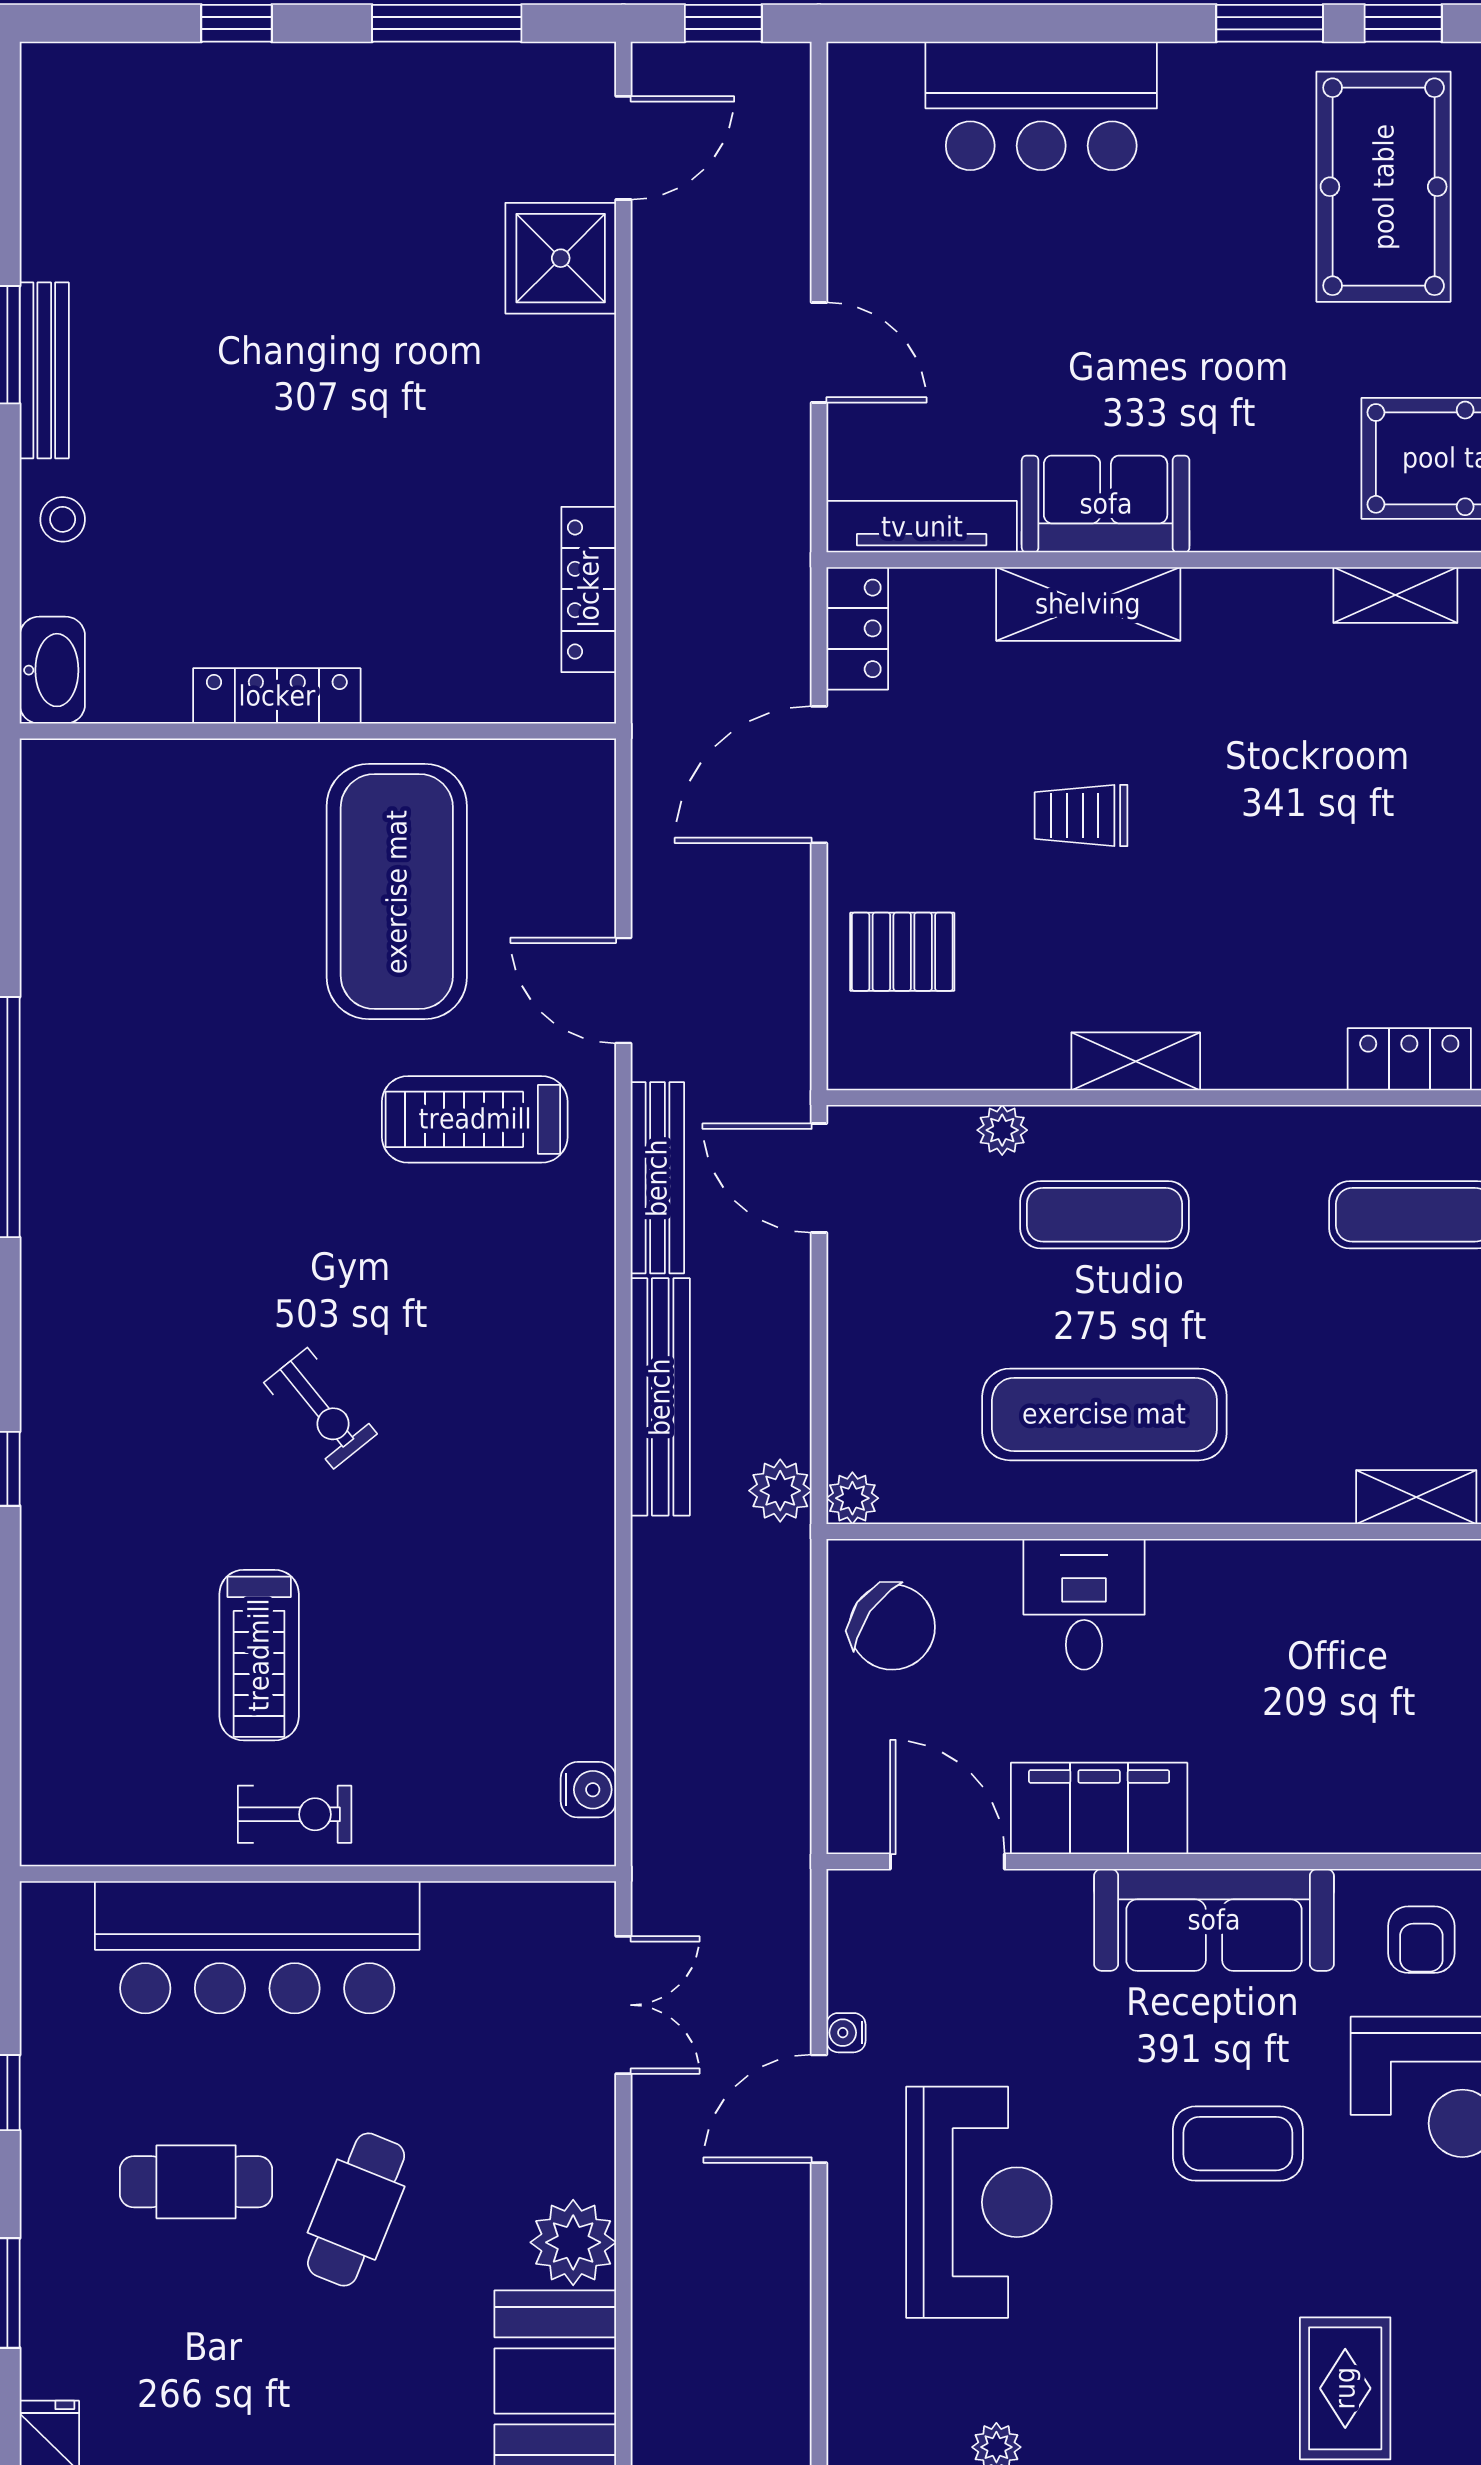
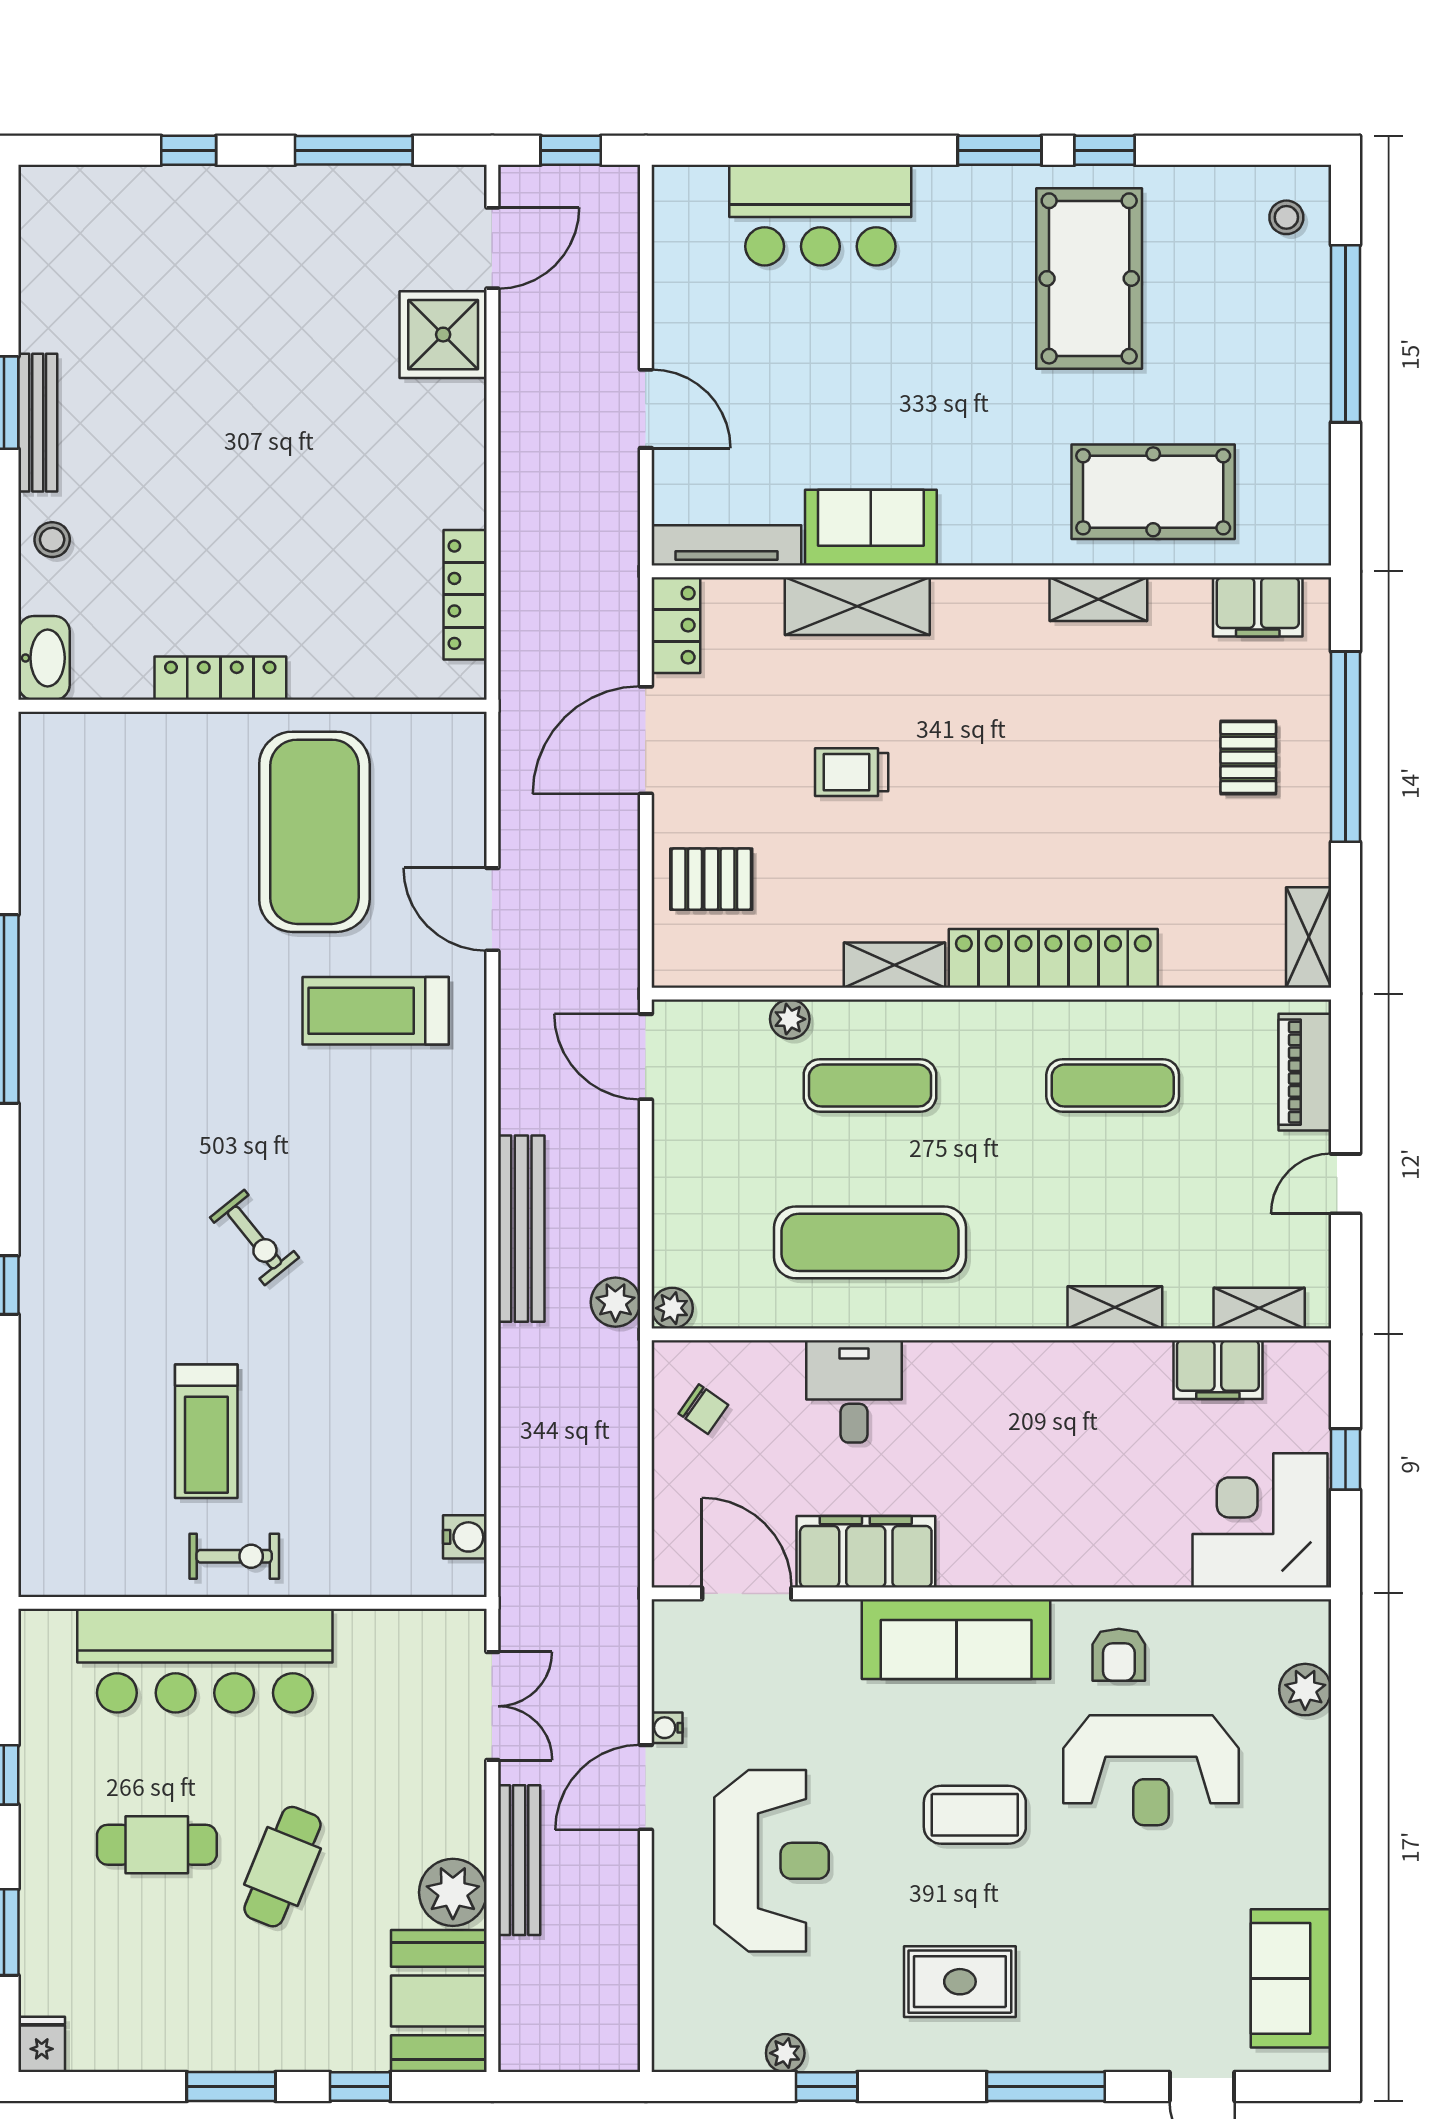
locker: (1409, 1059) -> (1053, 958), width x2.16, depth x1.21
bench: (657, 1178) -> (519, 1860), moved
chair: (892, 1627) -> (703, 1409), width x0.54, depth x0.54
rug: (1345, 2388) -> (960, 1982), moved, turned 90

